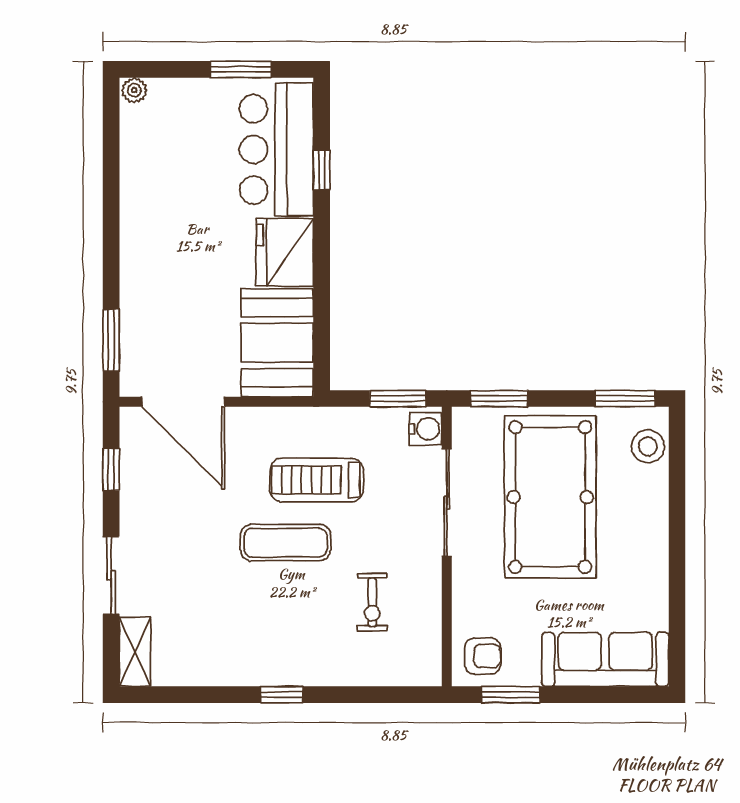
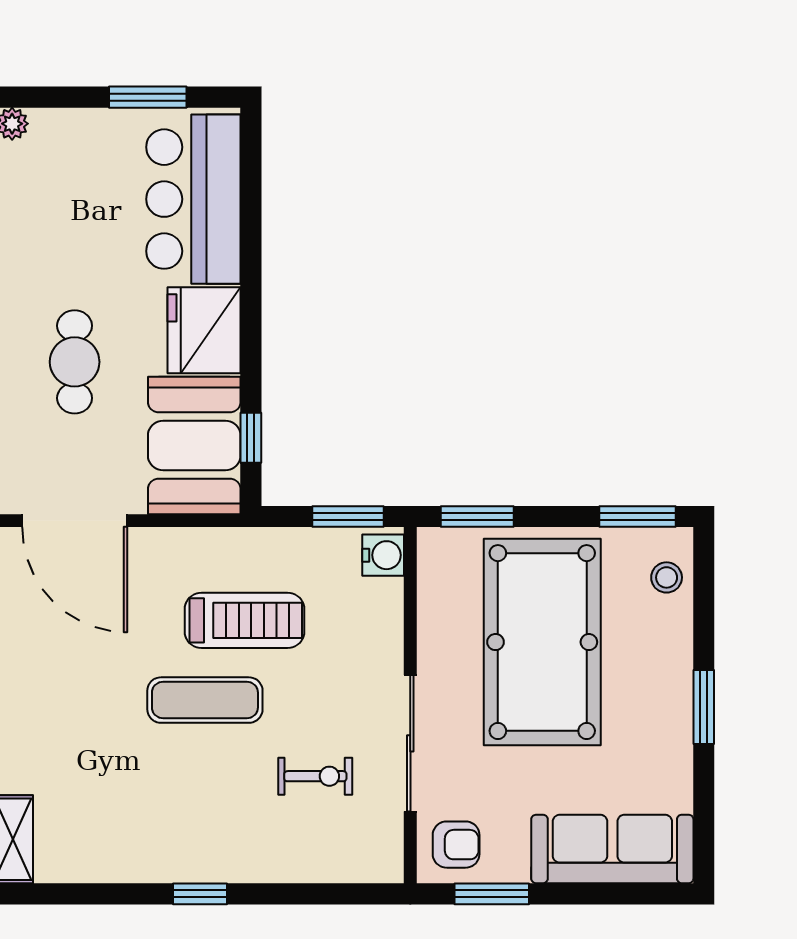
window: (322, 170) -> (251, 438), moved
cafe table: (183, 277) -> (75, 362), added
stool: (648, 446) -> (667, 577), width x0.73, depth x0.73
treadmill: (317, 480) -> (245, 620), turned 180
sliding door: (447, 503) -> (410, 743), moved
window: (677, 548) -> (704, 707), added
exercise bike: (372, 602) -> (315, 776), turned -90

